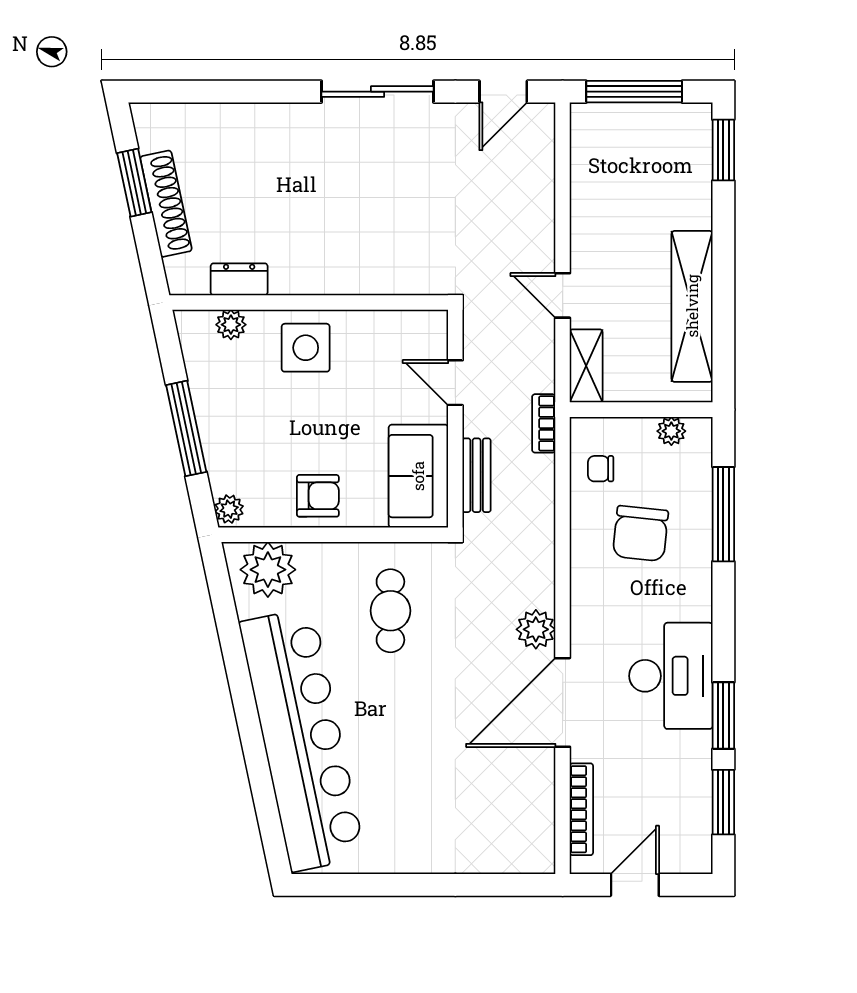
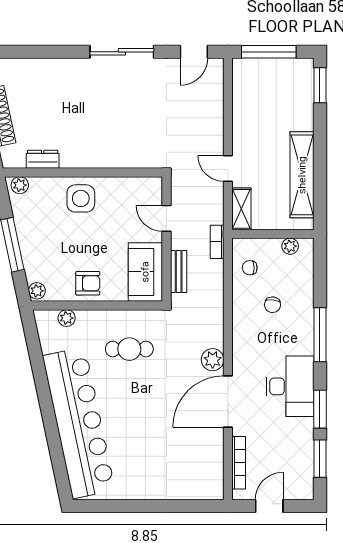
plant: (231, 325) -> (20, 185), moved
window: (723, 514) -> (320, 335), moved
chair: (640, 533) -> (272, 305), width x0.54, depth x0.54
plant: (268, 570) -> (67, 318), width x0.53, depth x0.53
cafe table: (390, 611) -> (129, 349), turned 90

